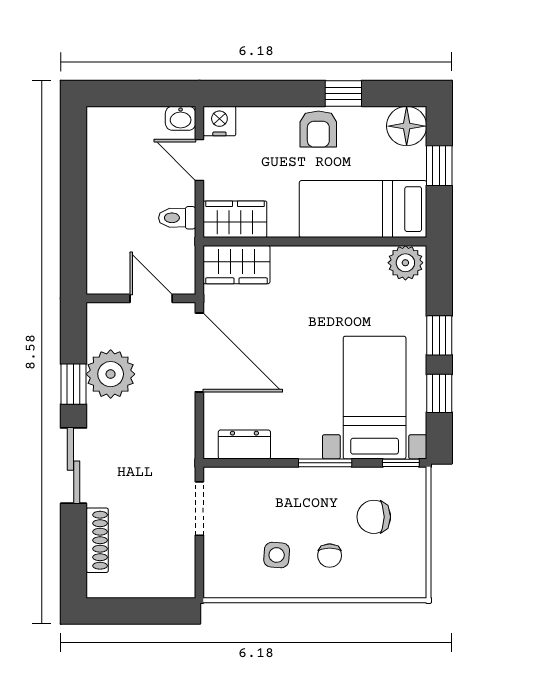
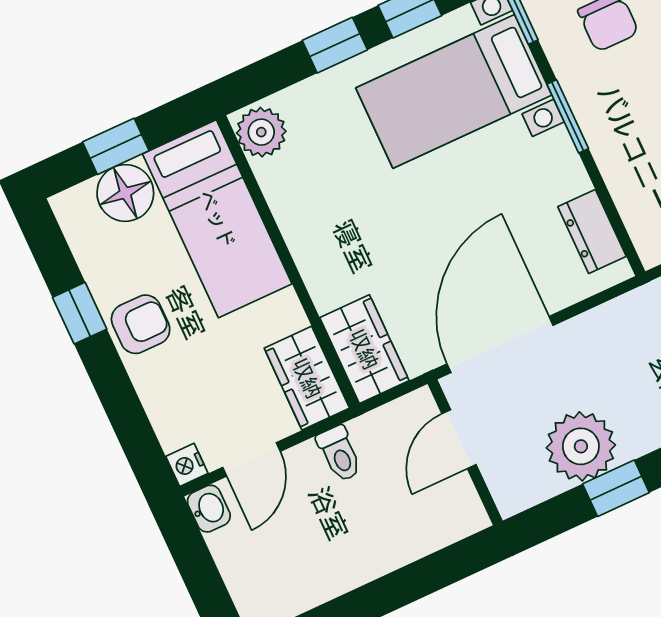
nightstand: (219, 121) -> (187, 465), width x0.72, depth x0.74
floor lamp: (407, 126) -> (125, 193), moved

